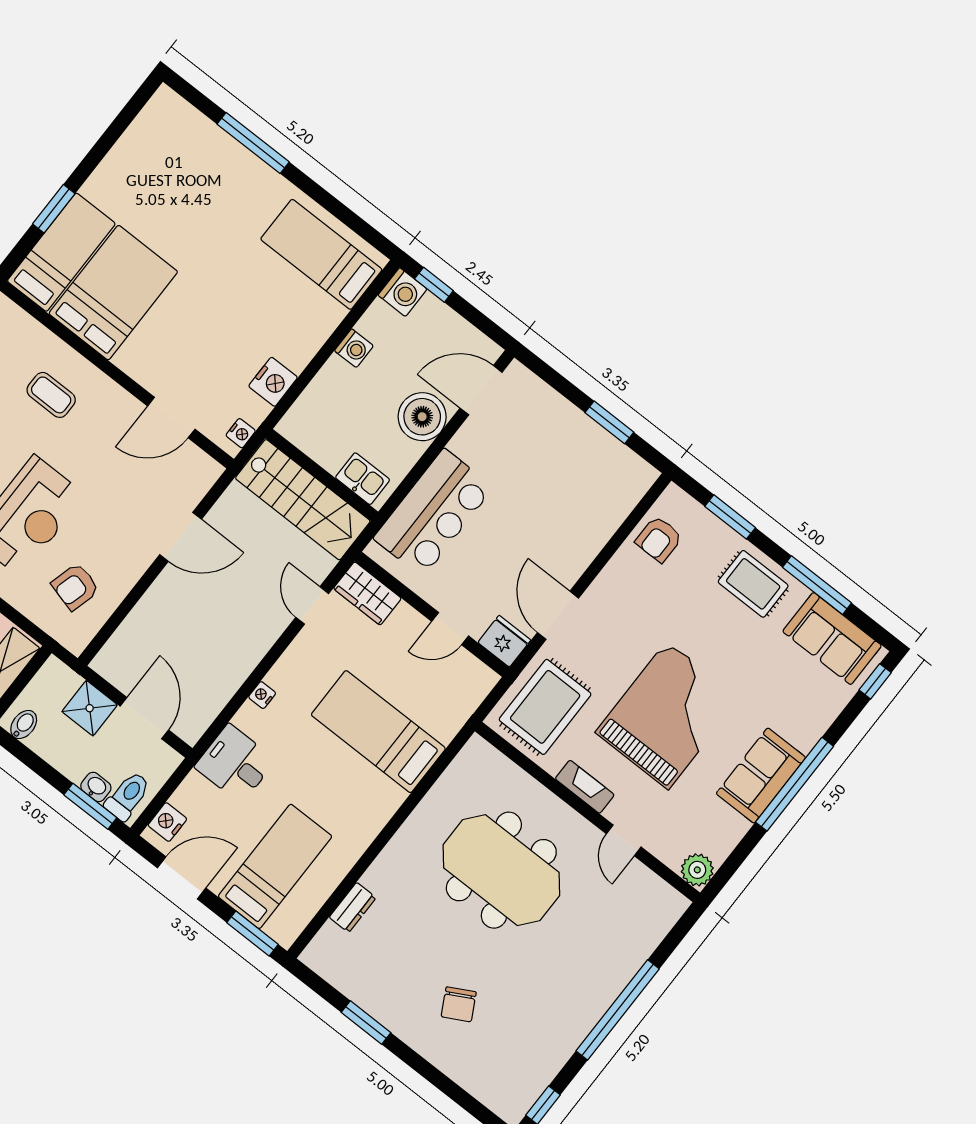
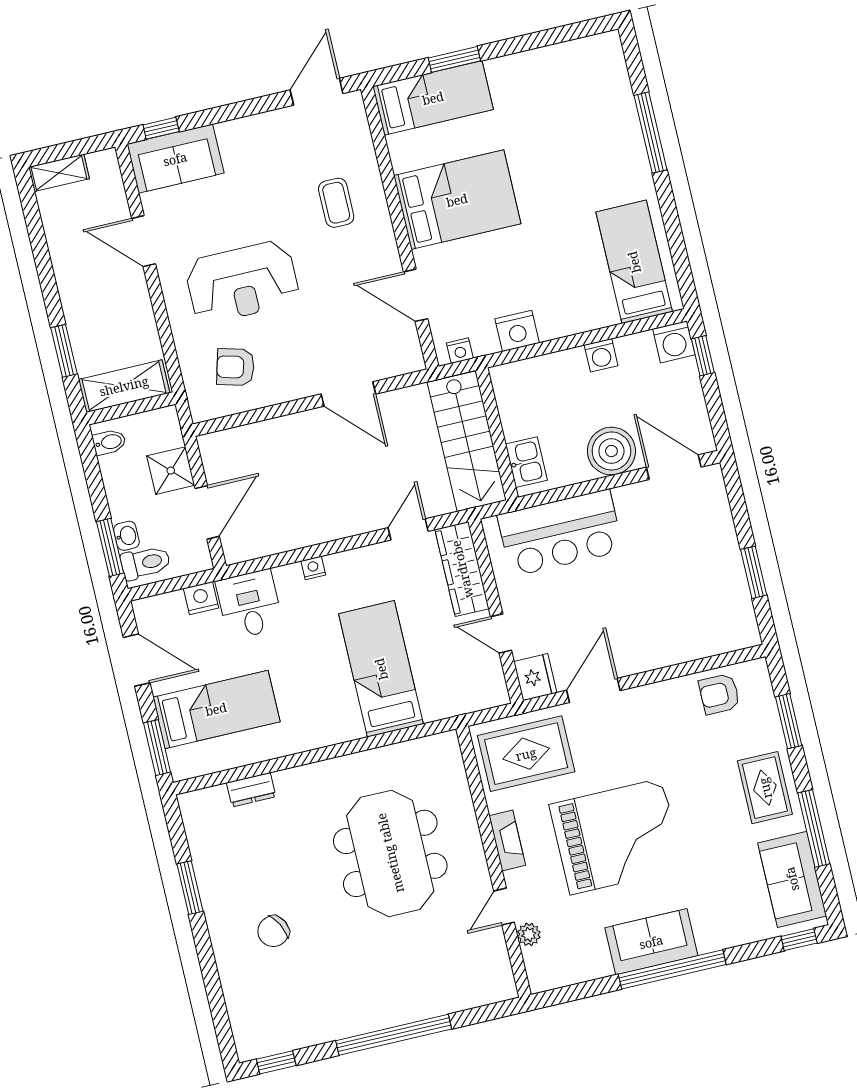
bed: (113, 293) -> (457, 200), moved
wardrobe: (367, 593) -> (462, 569), width x1.50
nightstand: (167, 822) -> (201, 598), moved
plant: (697, 870) -> (529, 934), moved, width x0.73, depth x0.73

